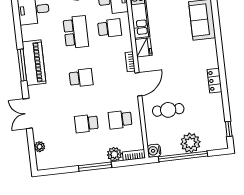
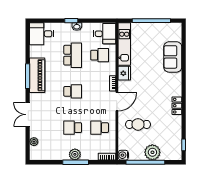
plant: (114, 154) -> (75, 154), moved

